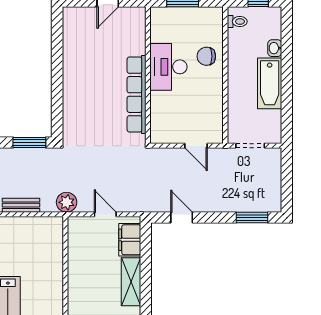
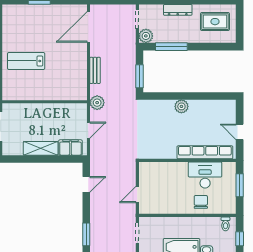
desk: (168, 67) -> (205, 175), moved
plant: (72, 84) -> (181, 106), added
row of seats: (137, 94) -> (205, 152), moved

